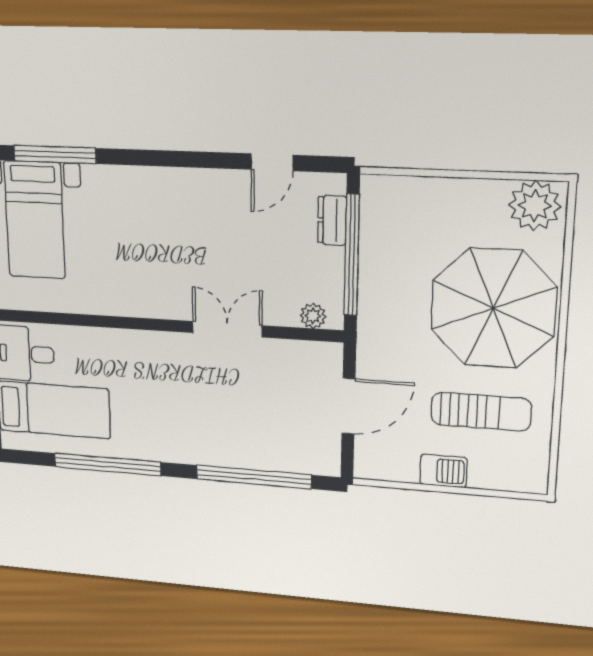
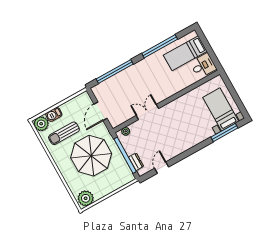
parasol: (493, 308) -> (91, 156), moved
double door: (227, 329) -> (147, 112), swing flipped
barbecue: (443, 471) -> (54, 114), moved
plant: (526, 472) -> (41, 124), added

